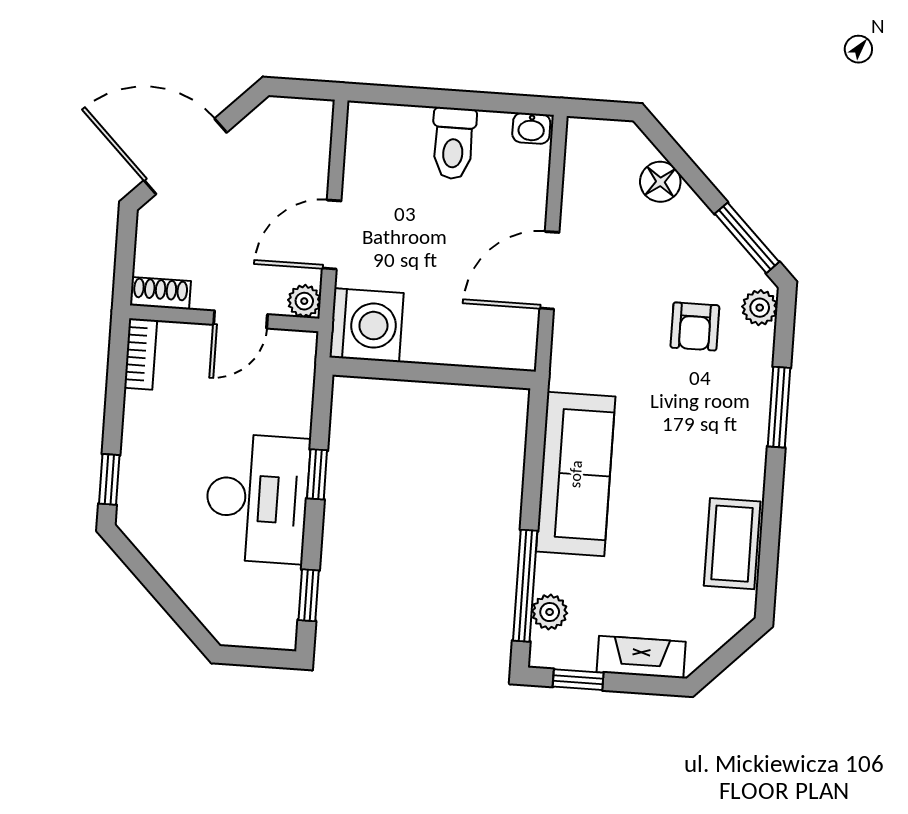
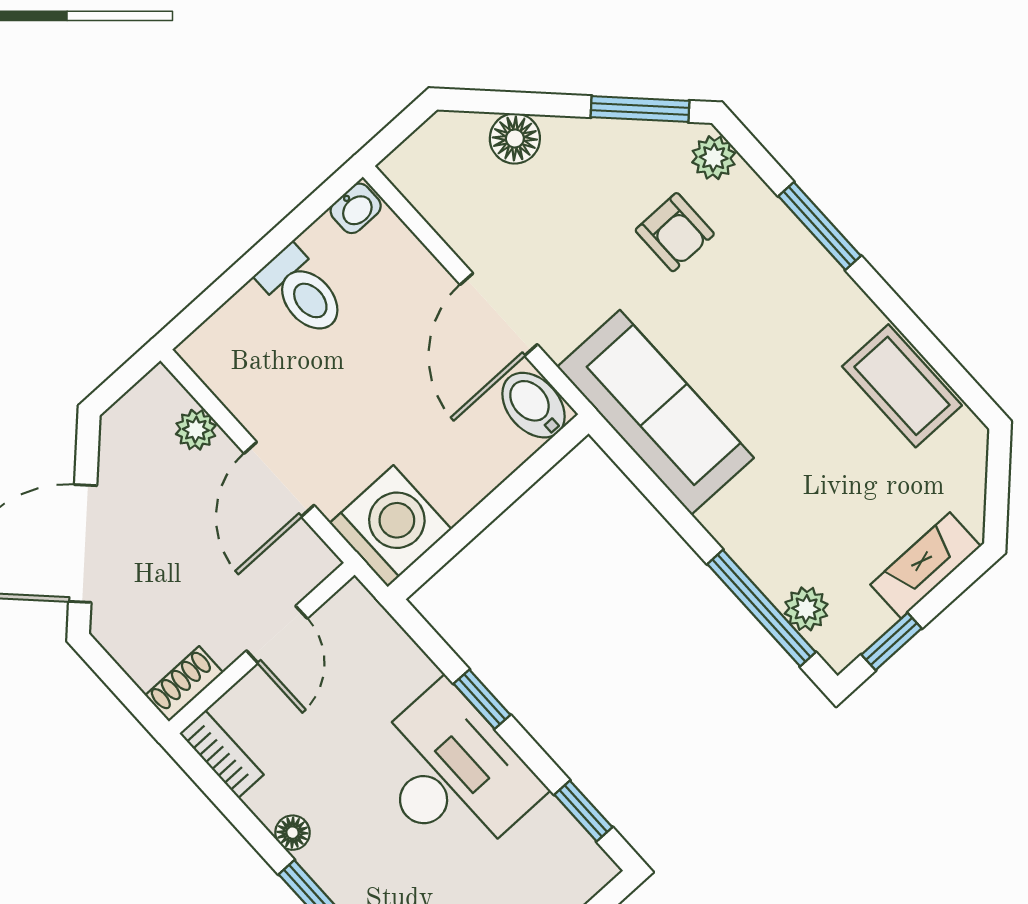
plant: (304, 301) -> (196, 430), moved
bidet: (516, 341) -> (533, 405), added
floor lamp: (134, 439) -> (292, 833), added
sofa: (576, 474) -> (655, 412), moved

